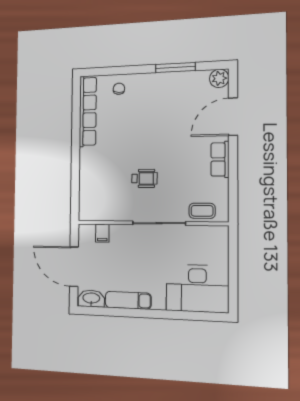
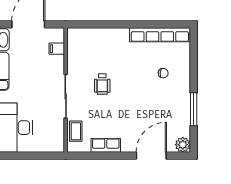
chair: (119, 89) -> (163, 73), moved
door: (233, 117) -> (151, 156), hinge flipped
row of seats: (220, 159) -> (106, 145), moved

